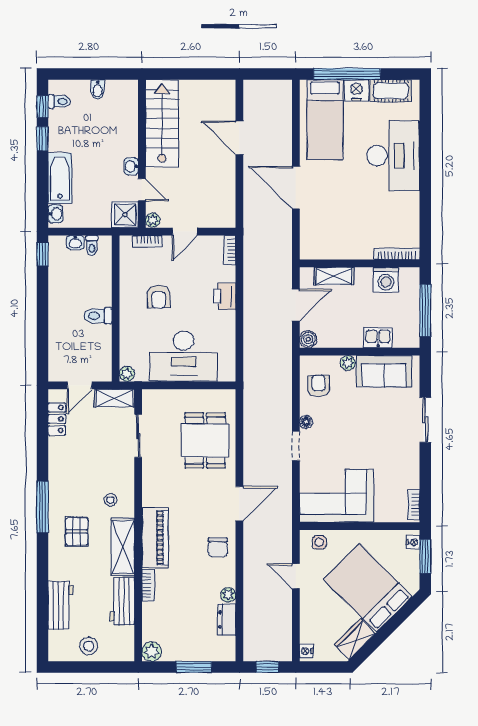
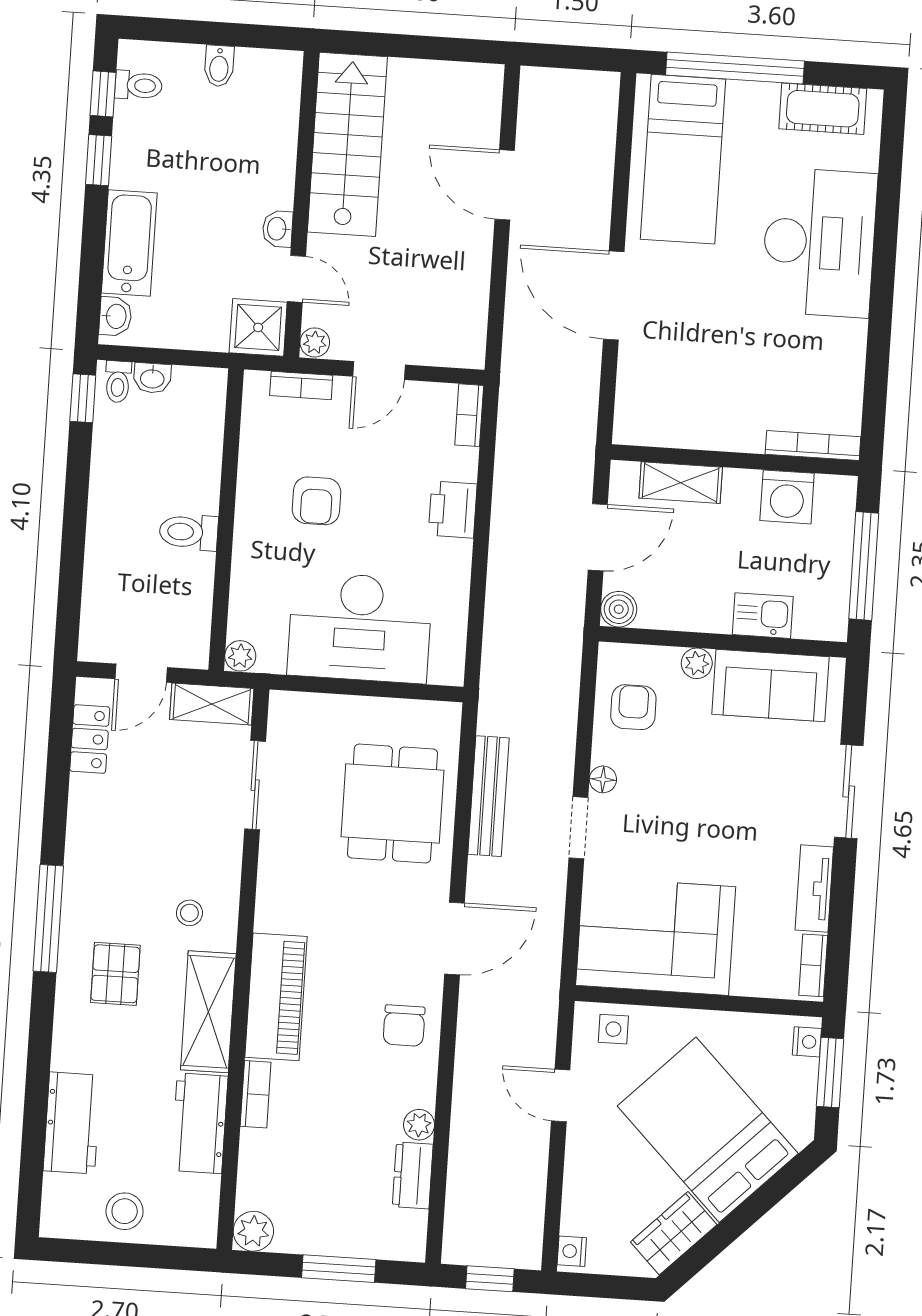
nightstand: (357, 90) -> (752, 103), removed
toilet: (92, 245) -> (118, 382), moved
bench: (251, 434) -> (489, 796), added
tv unit: (412, 468) -> (814, 888), added

